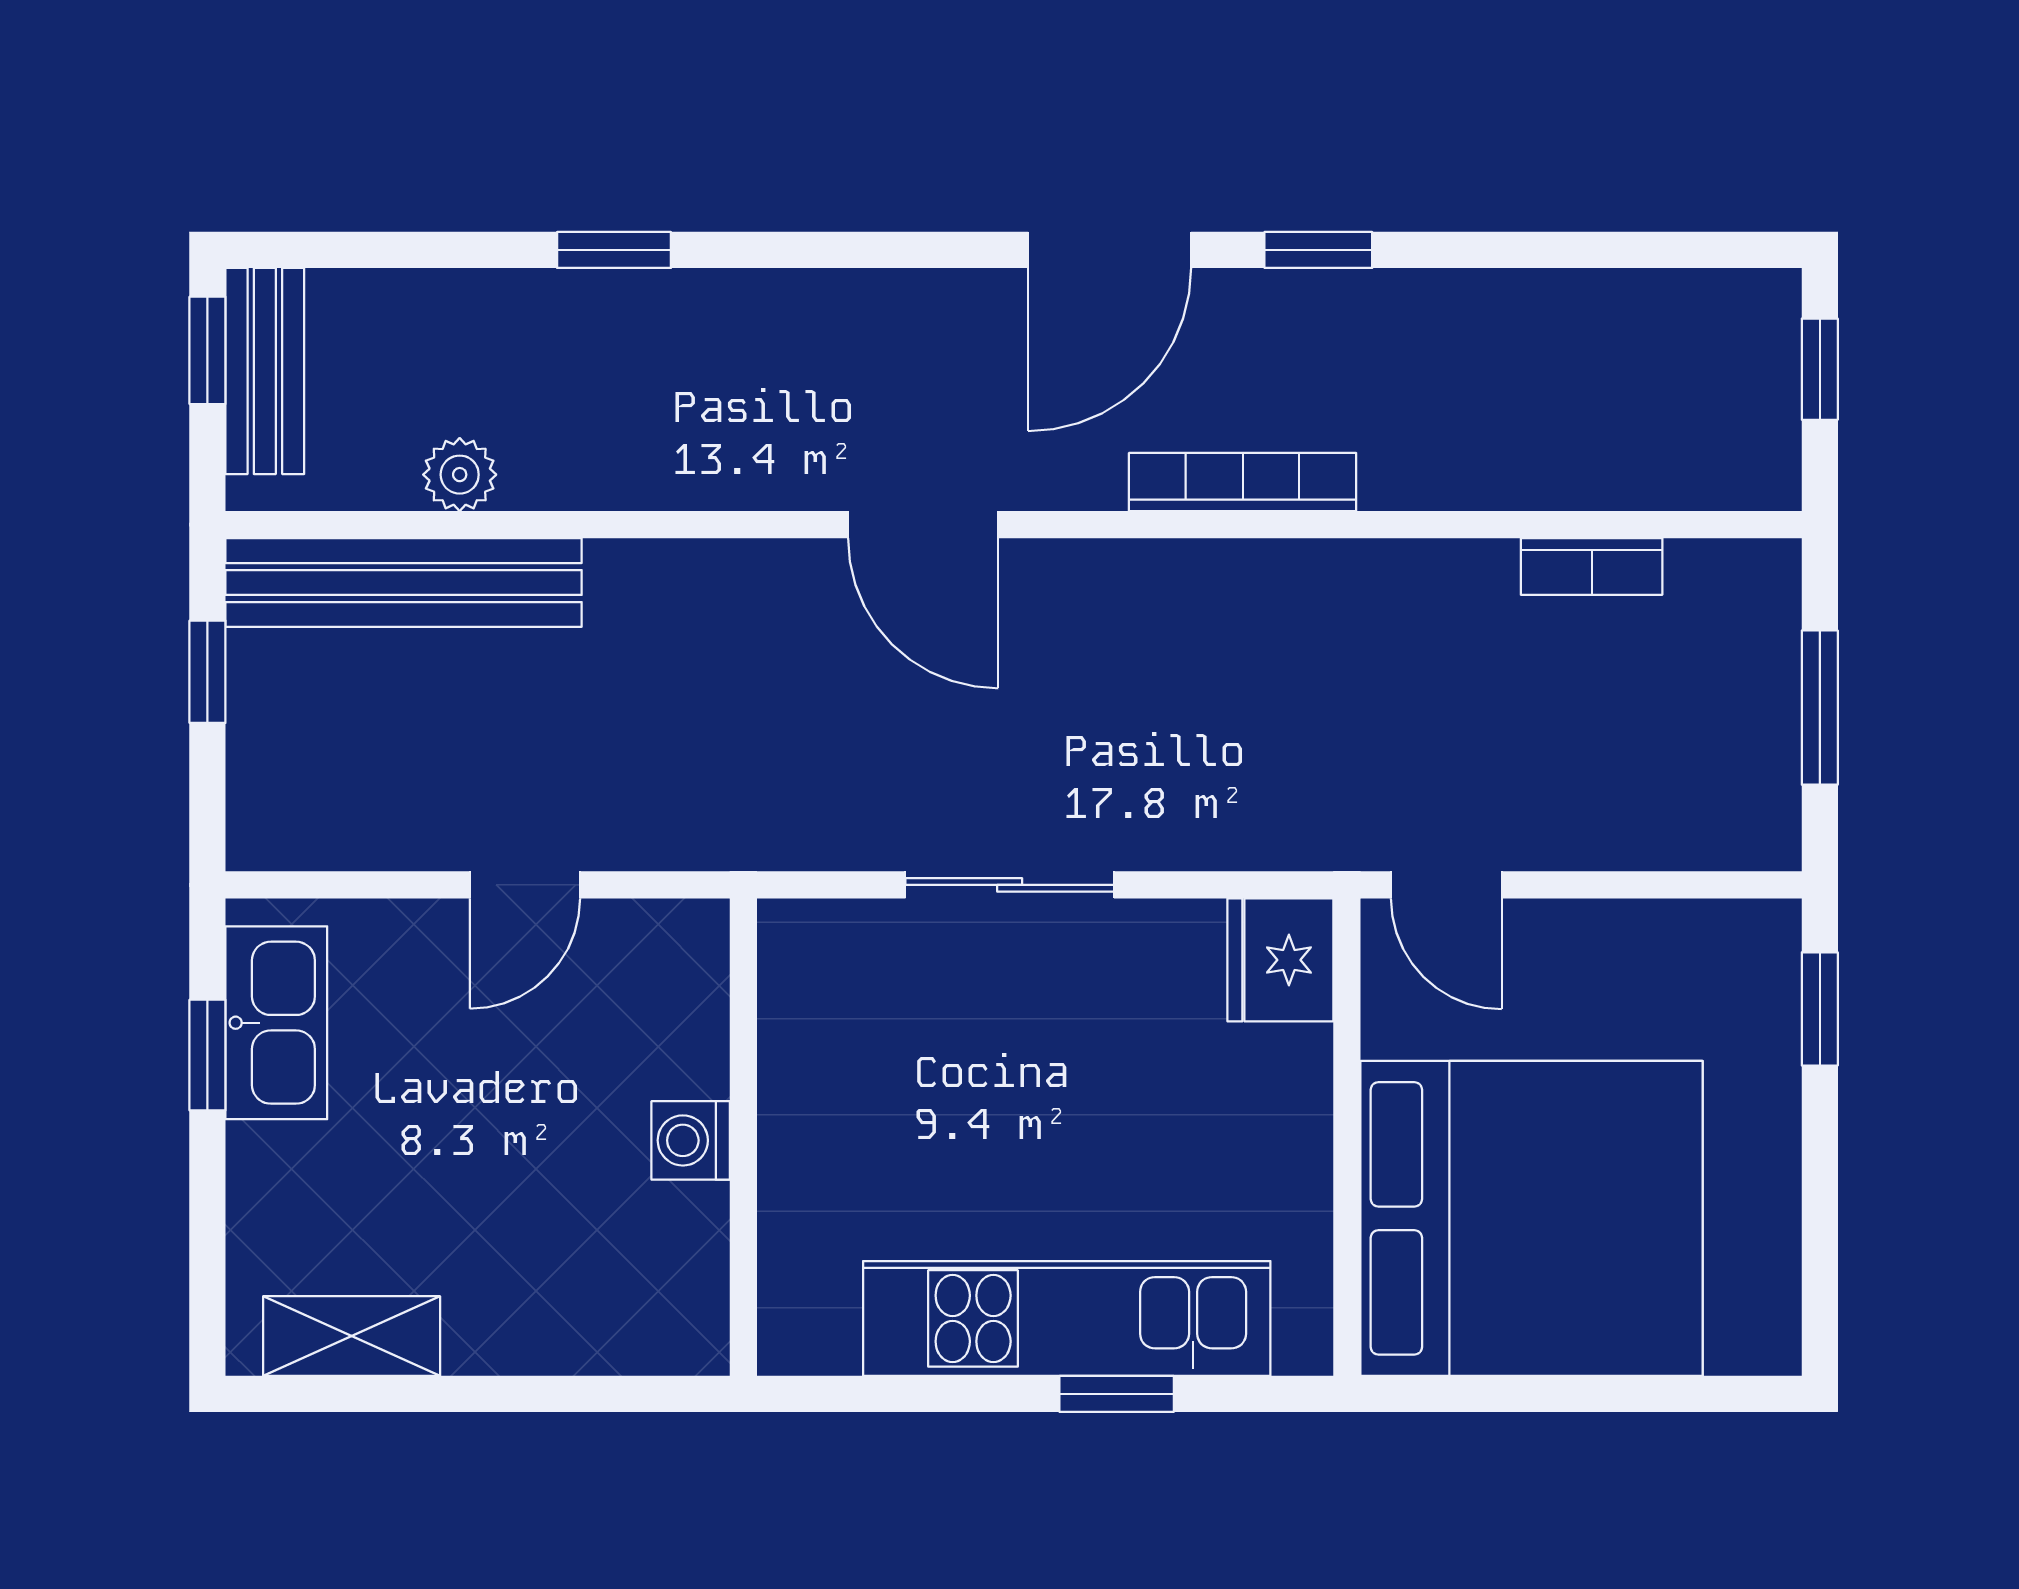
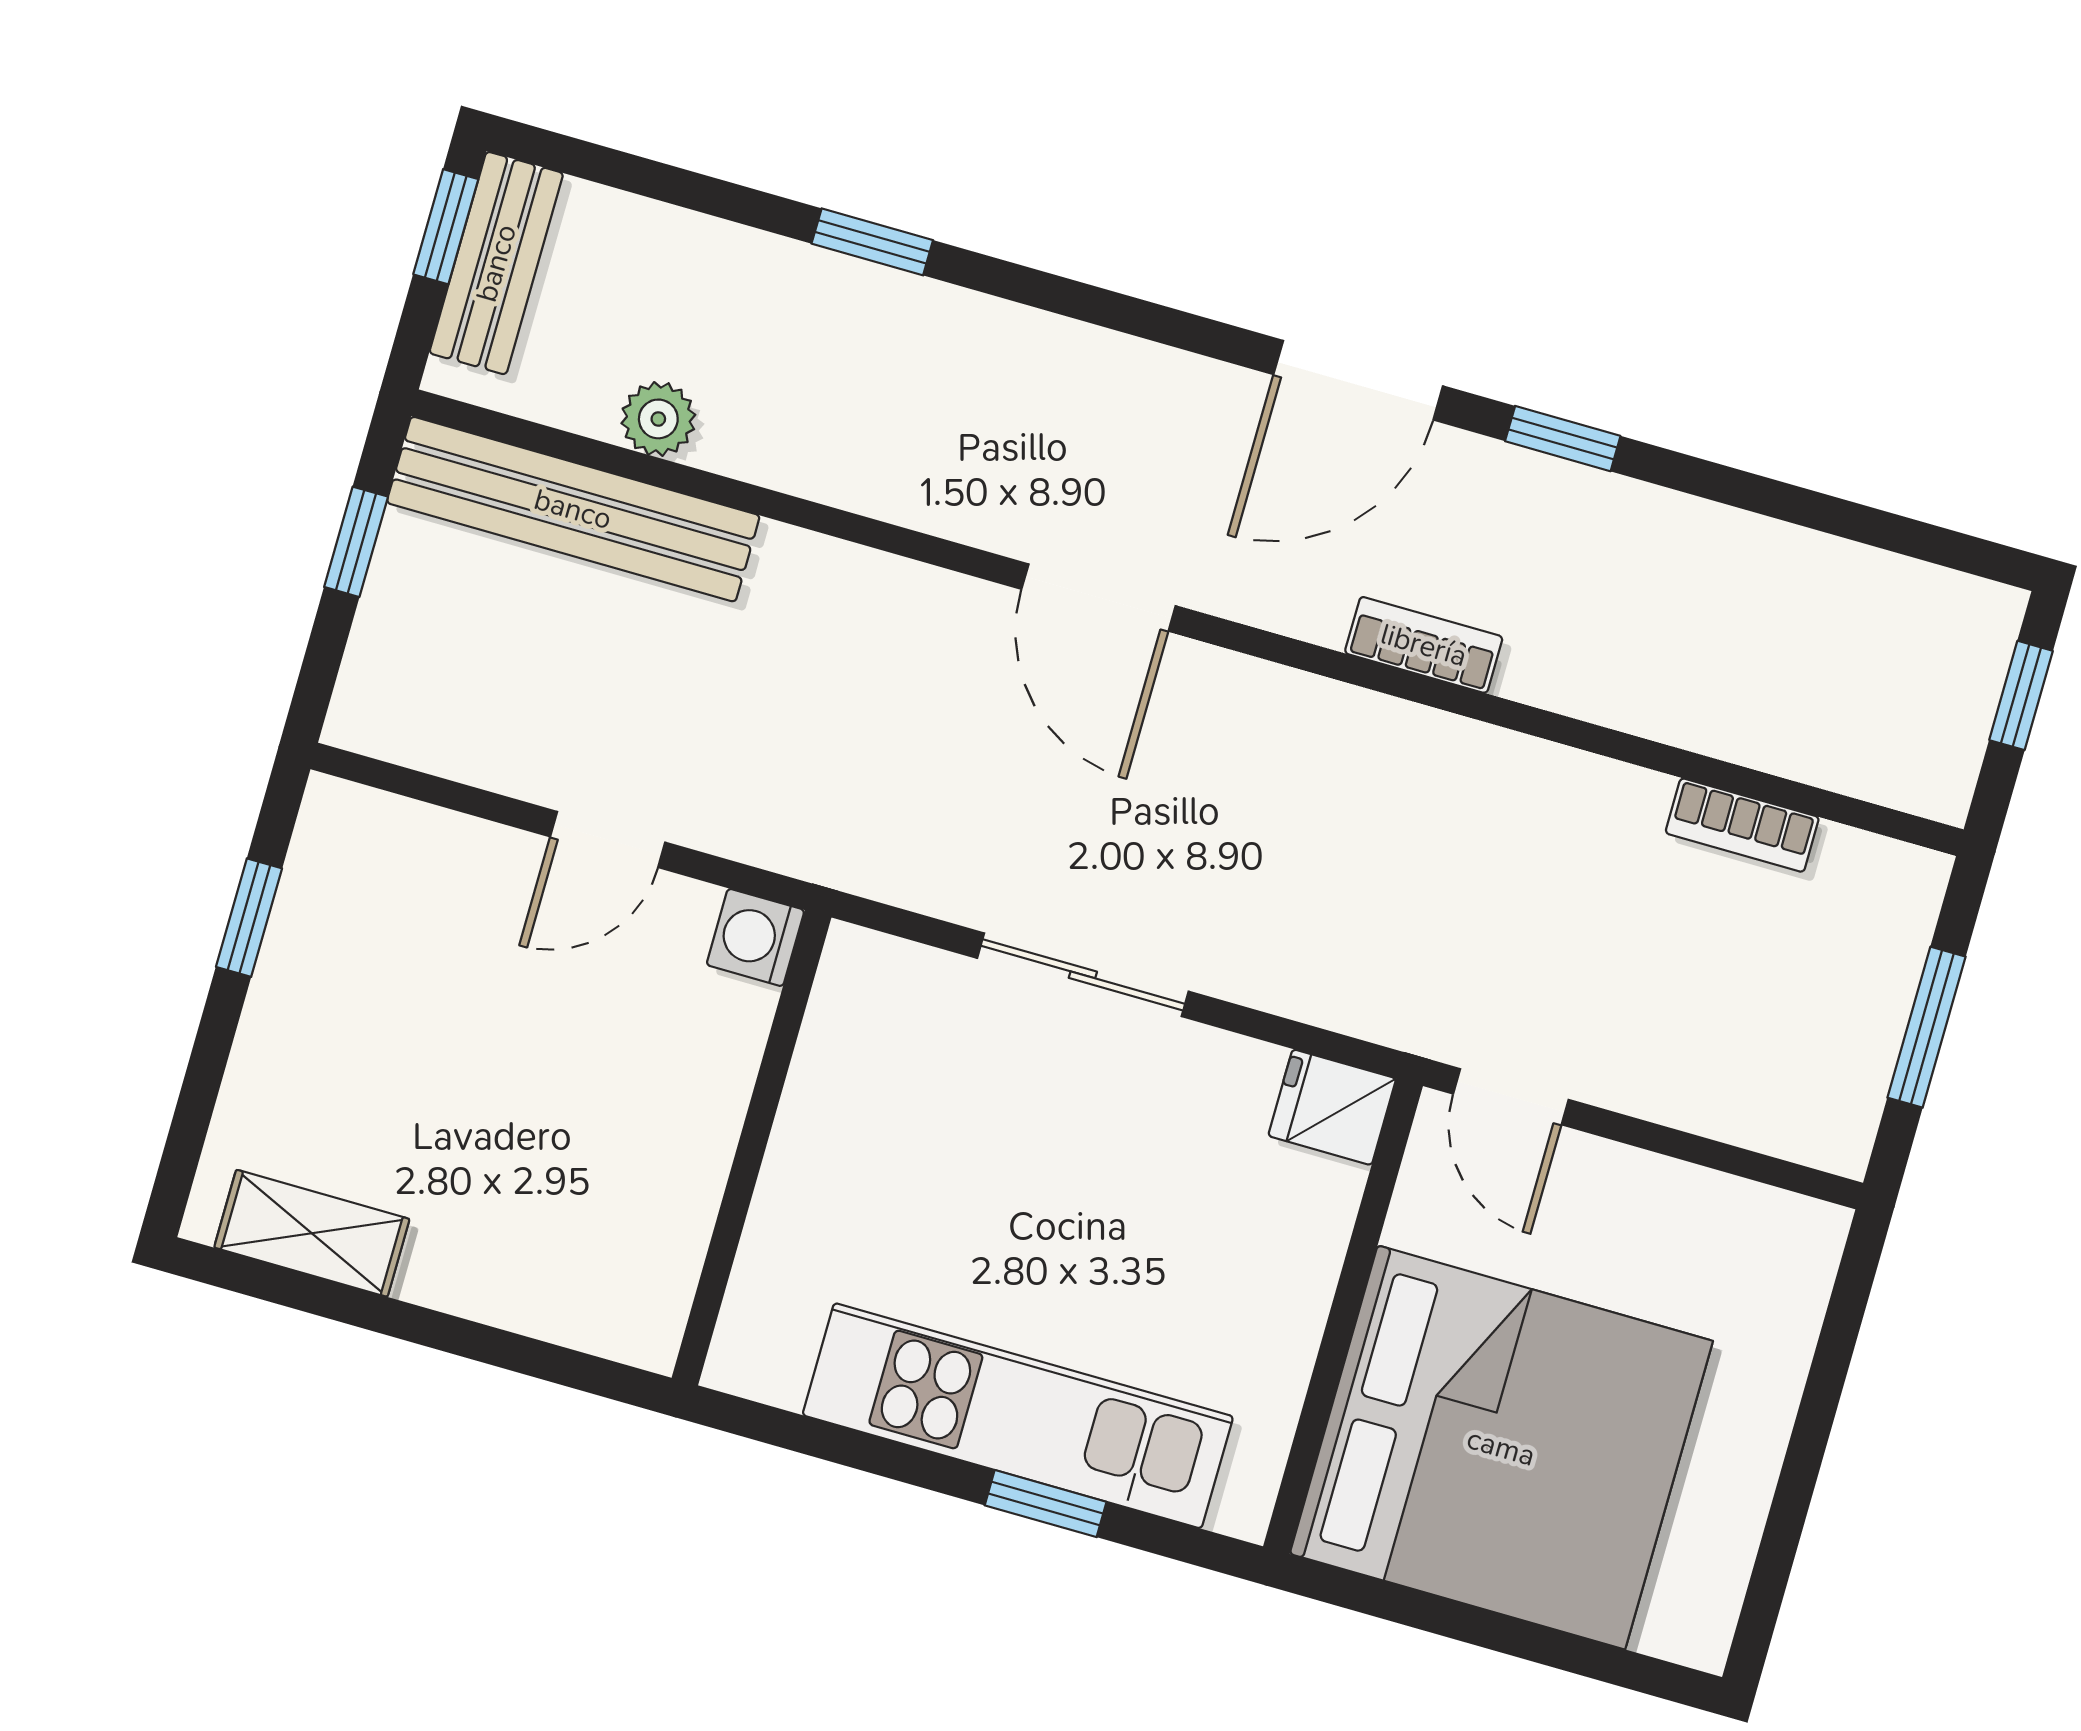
bookcase: (1243, 482) -> (1424, 645), width x0.64
fridge: (1280, 960) -> (1332, 1107), width x0.72
window: (1820, 1009) -> (1842, 1323), removed
kitchen sink: (276, 1023) -> (326, 905), removed
washing machine: (691, 1140) -> (755, 937), moved

